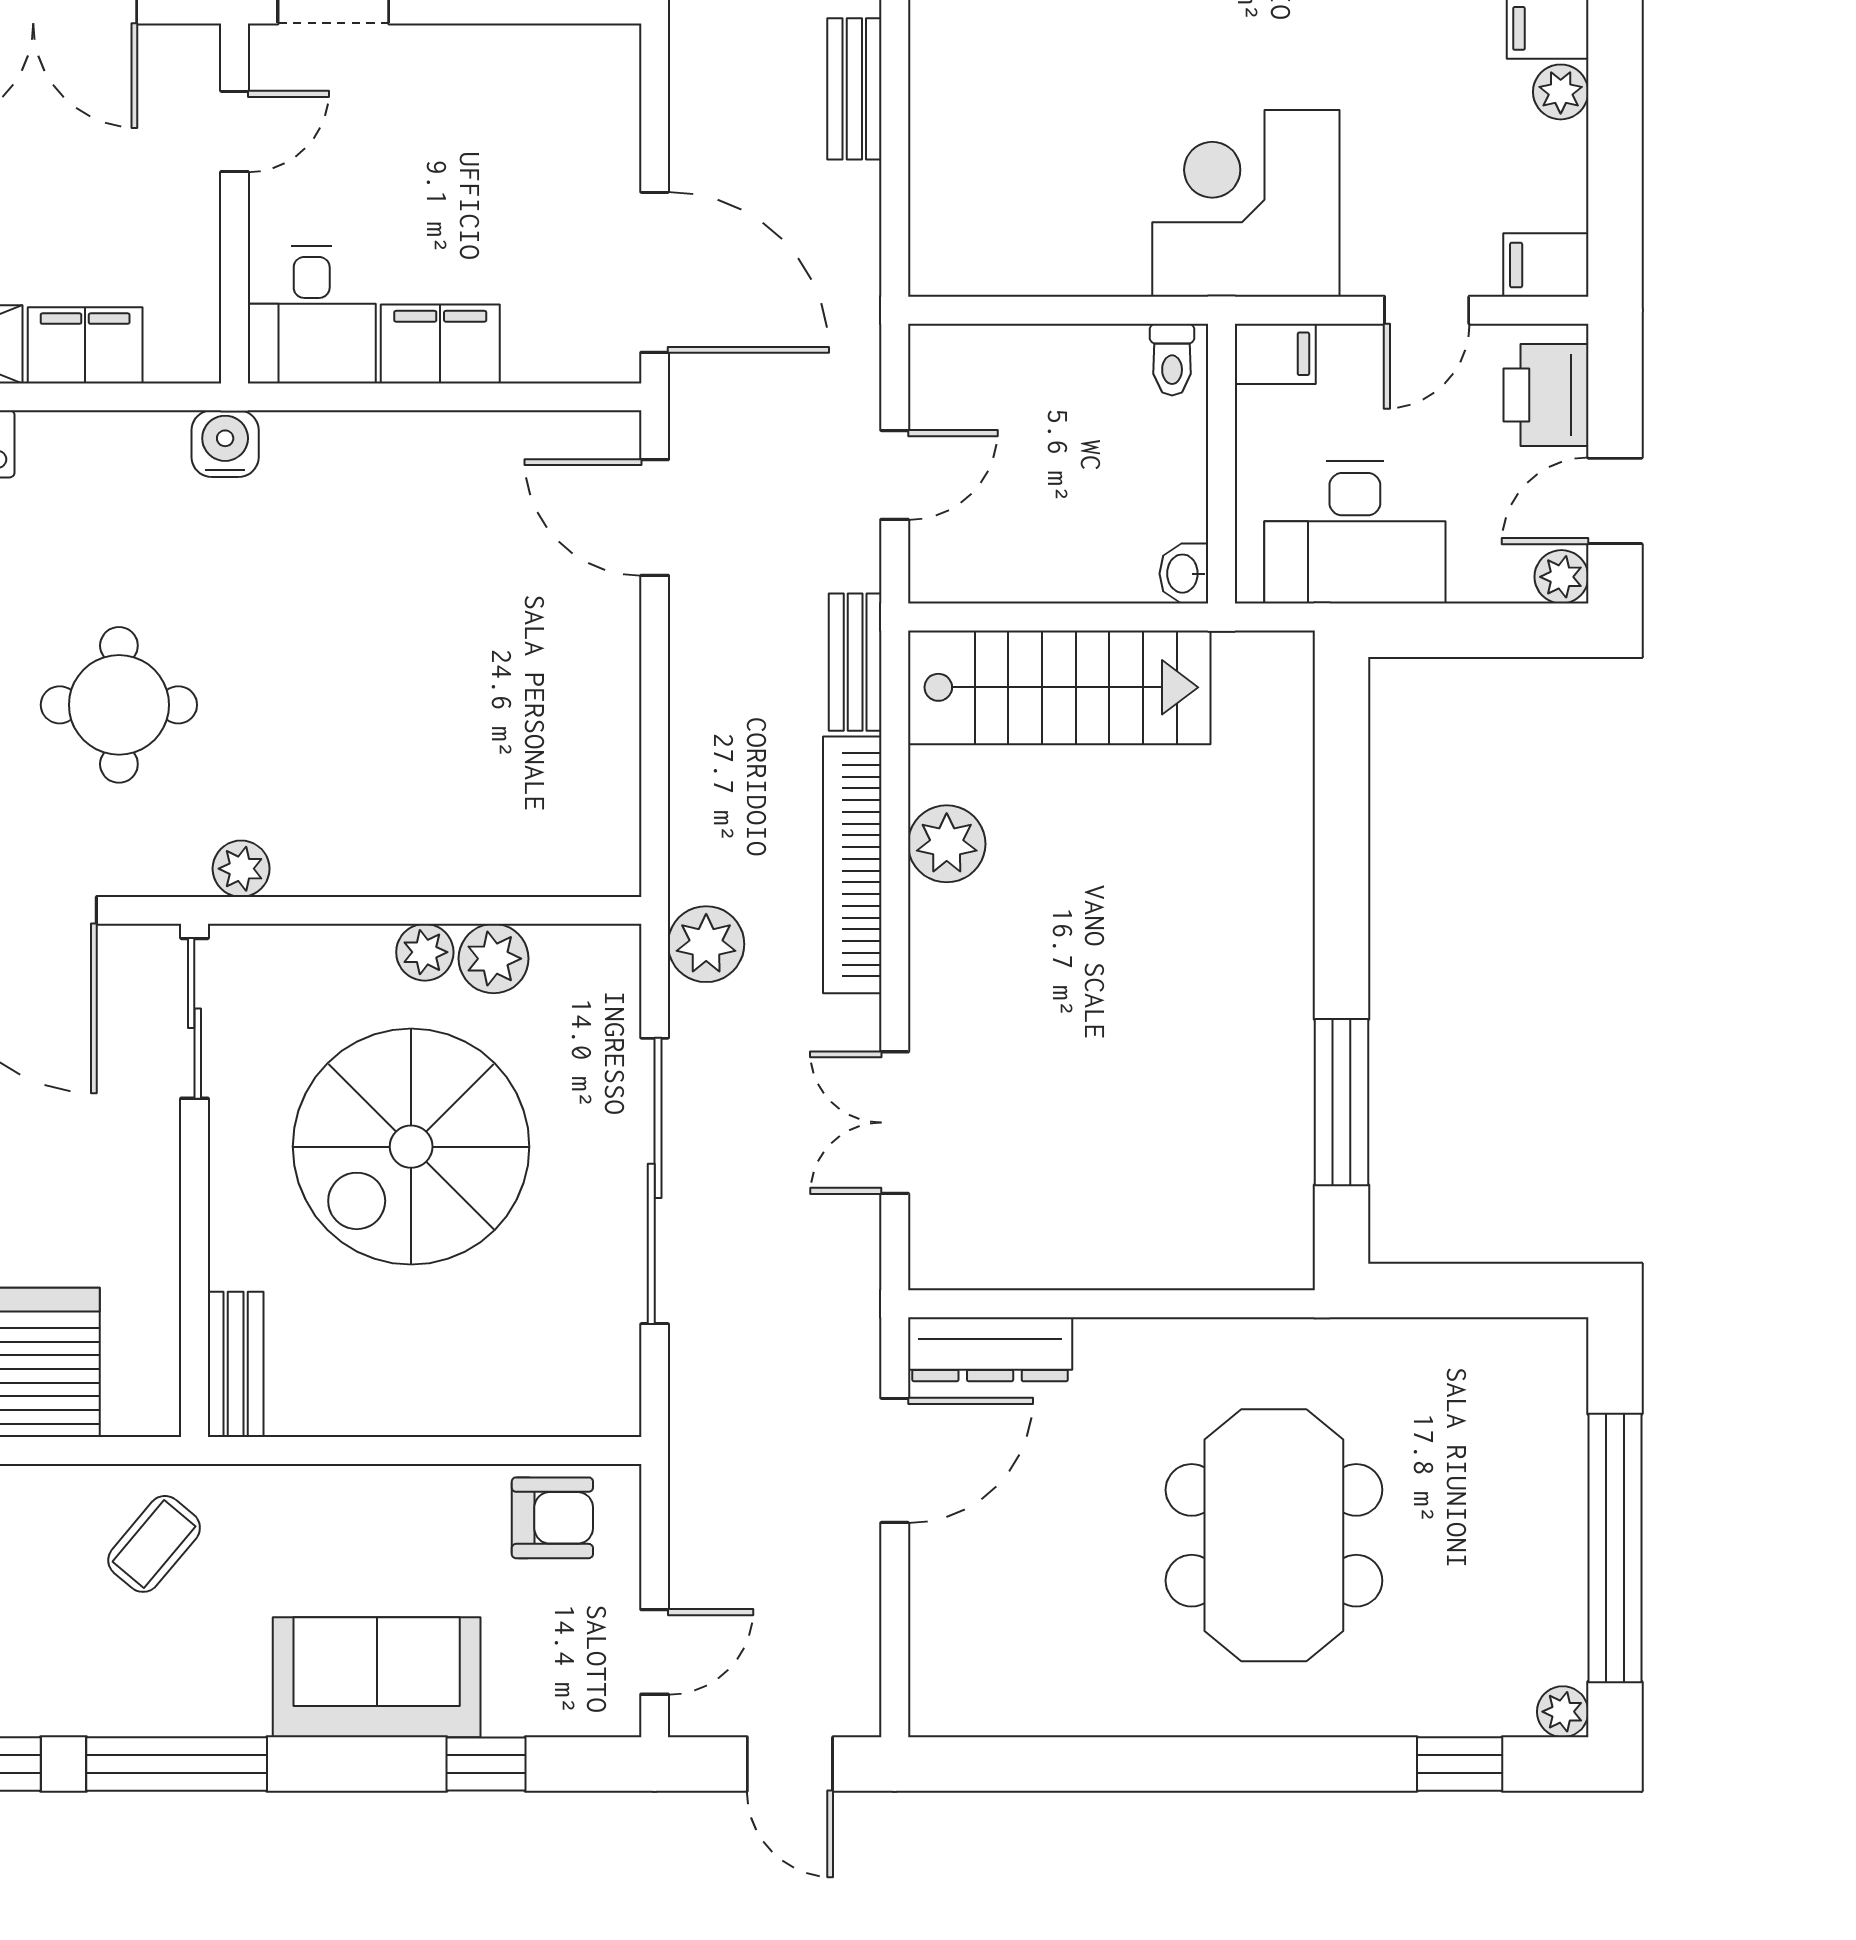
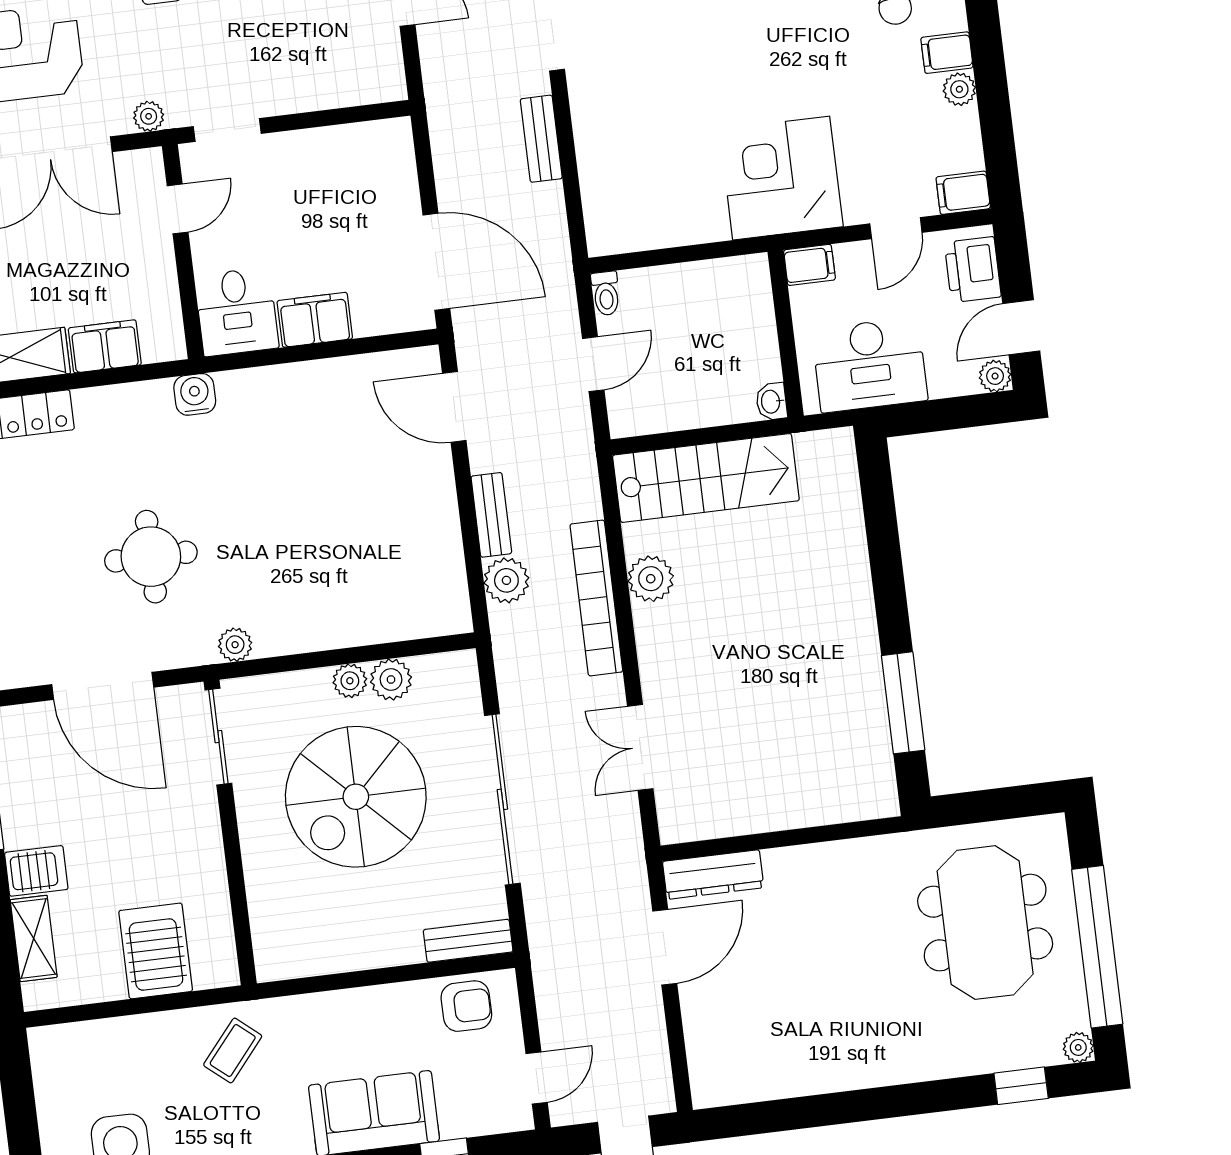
toilet: (1172, 360) -> (606, 293), moved
bench: (855, 662) -> (491, 515), moved
plant: (706, 944) -> (506, 580), moved
bench: (236, 1364) -> (468, 941), moved, turned 90
meeting table: (1274, 1535) -> (985, 923), moved

